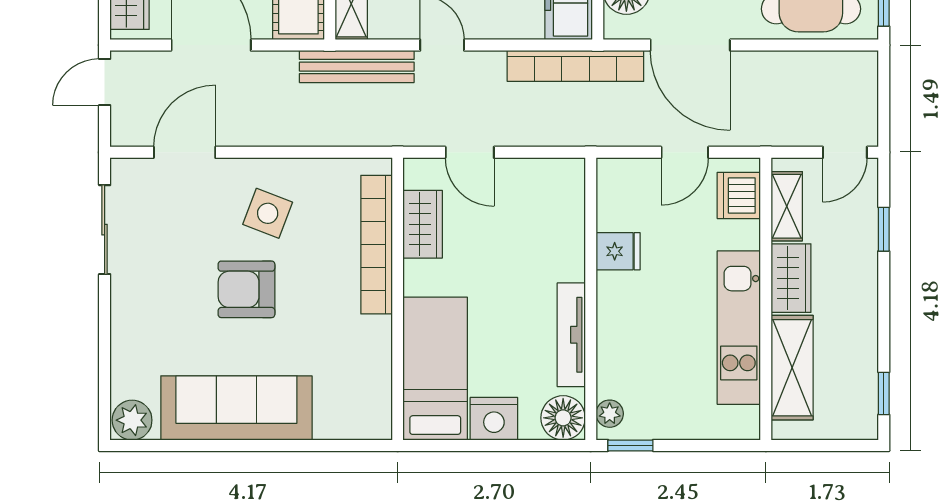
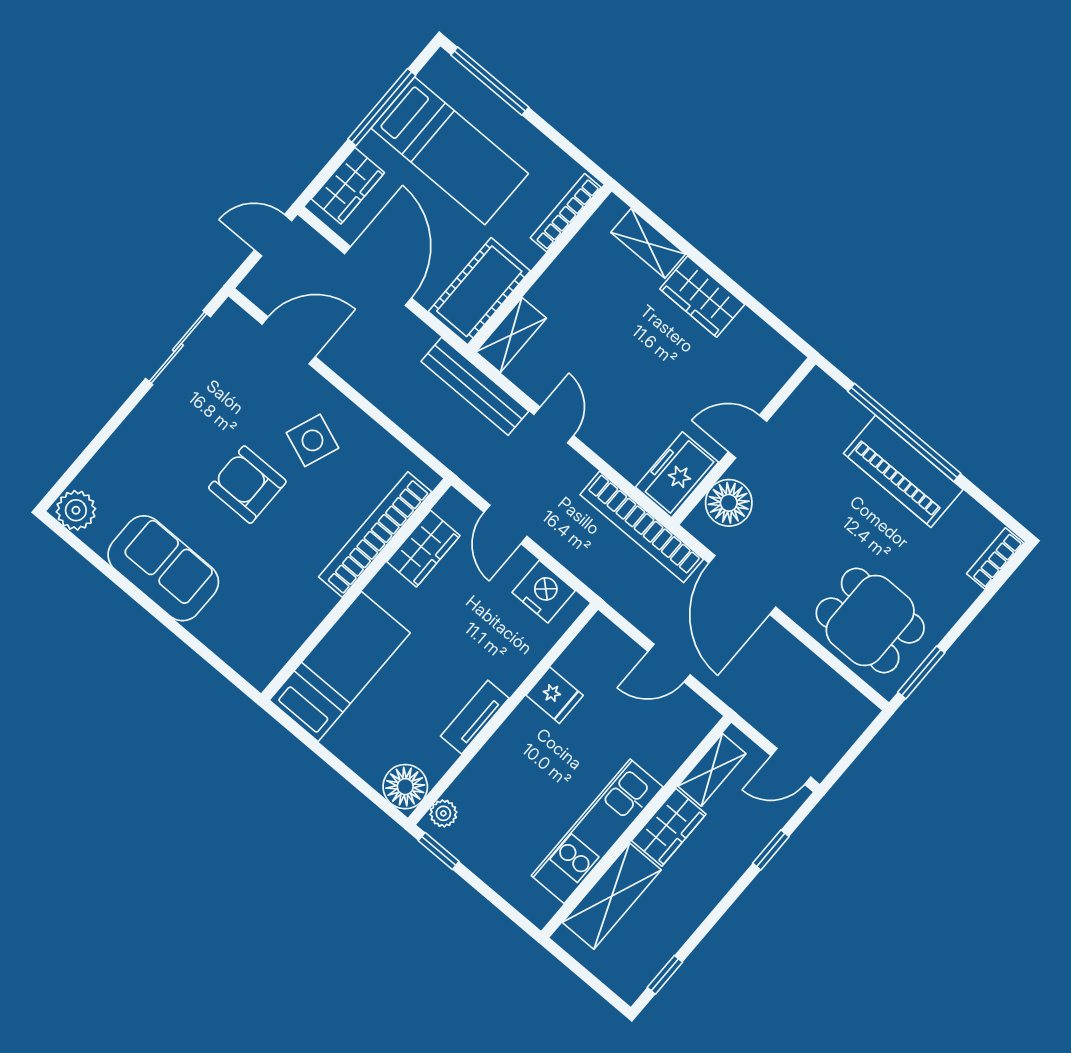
dishwasher: (739, 195) -> (682, 731), removed
tv unit: (571, 335) -> (475, 717), width x0.71
sofa: (236, 408) -> (163, 568), width x0.73
nightstand: (494, 419) -> (544, 592), moved, turned 180

